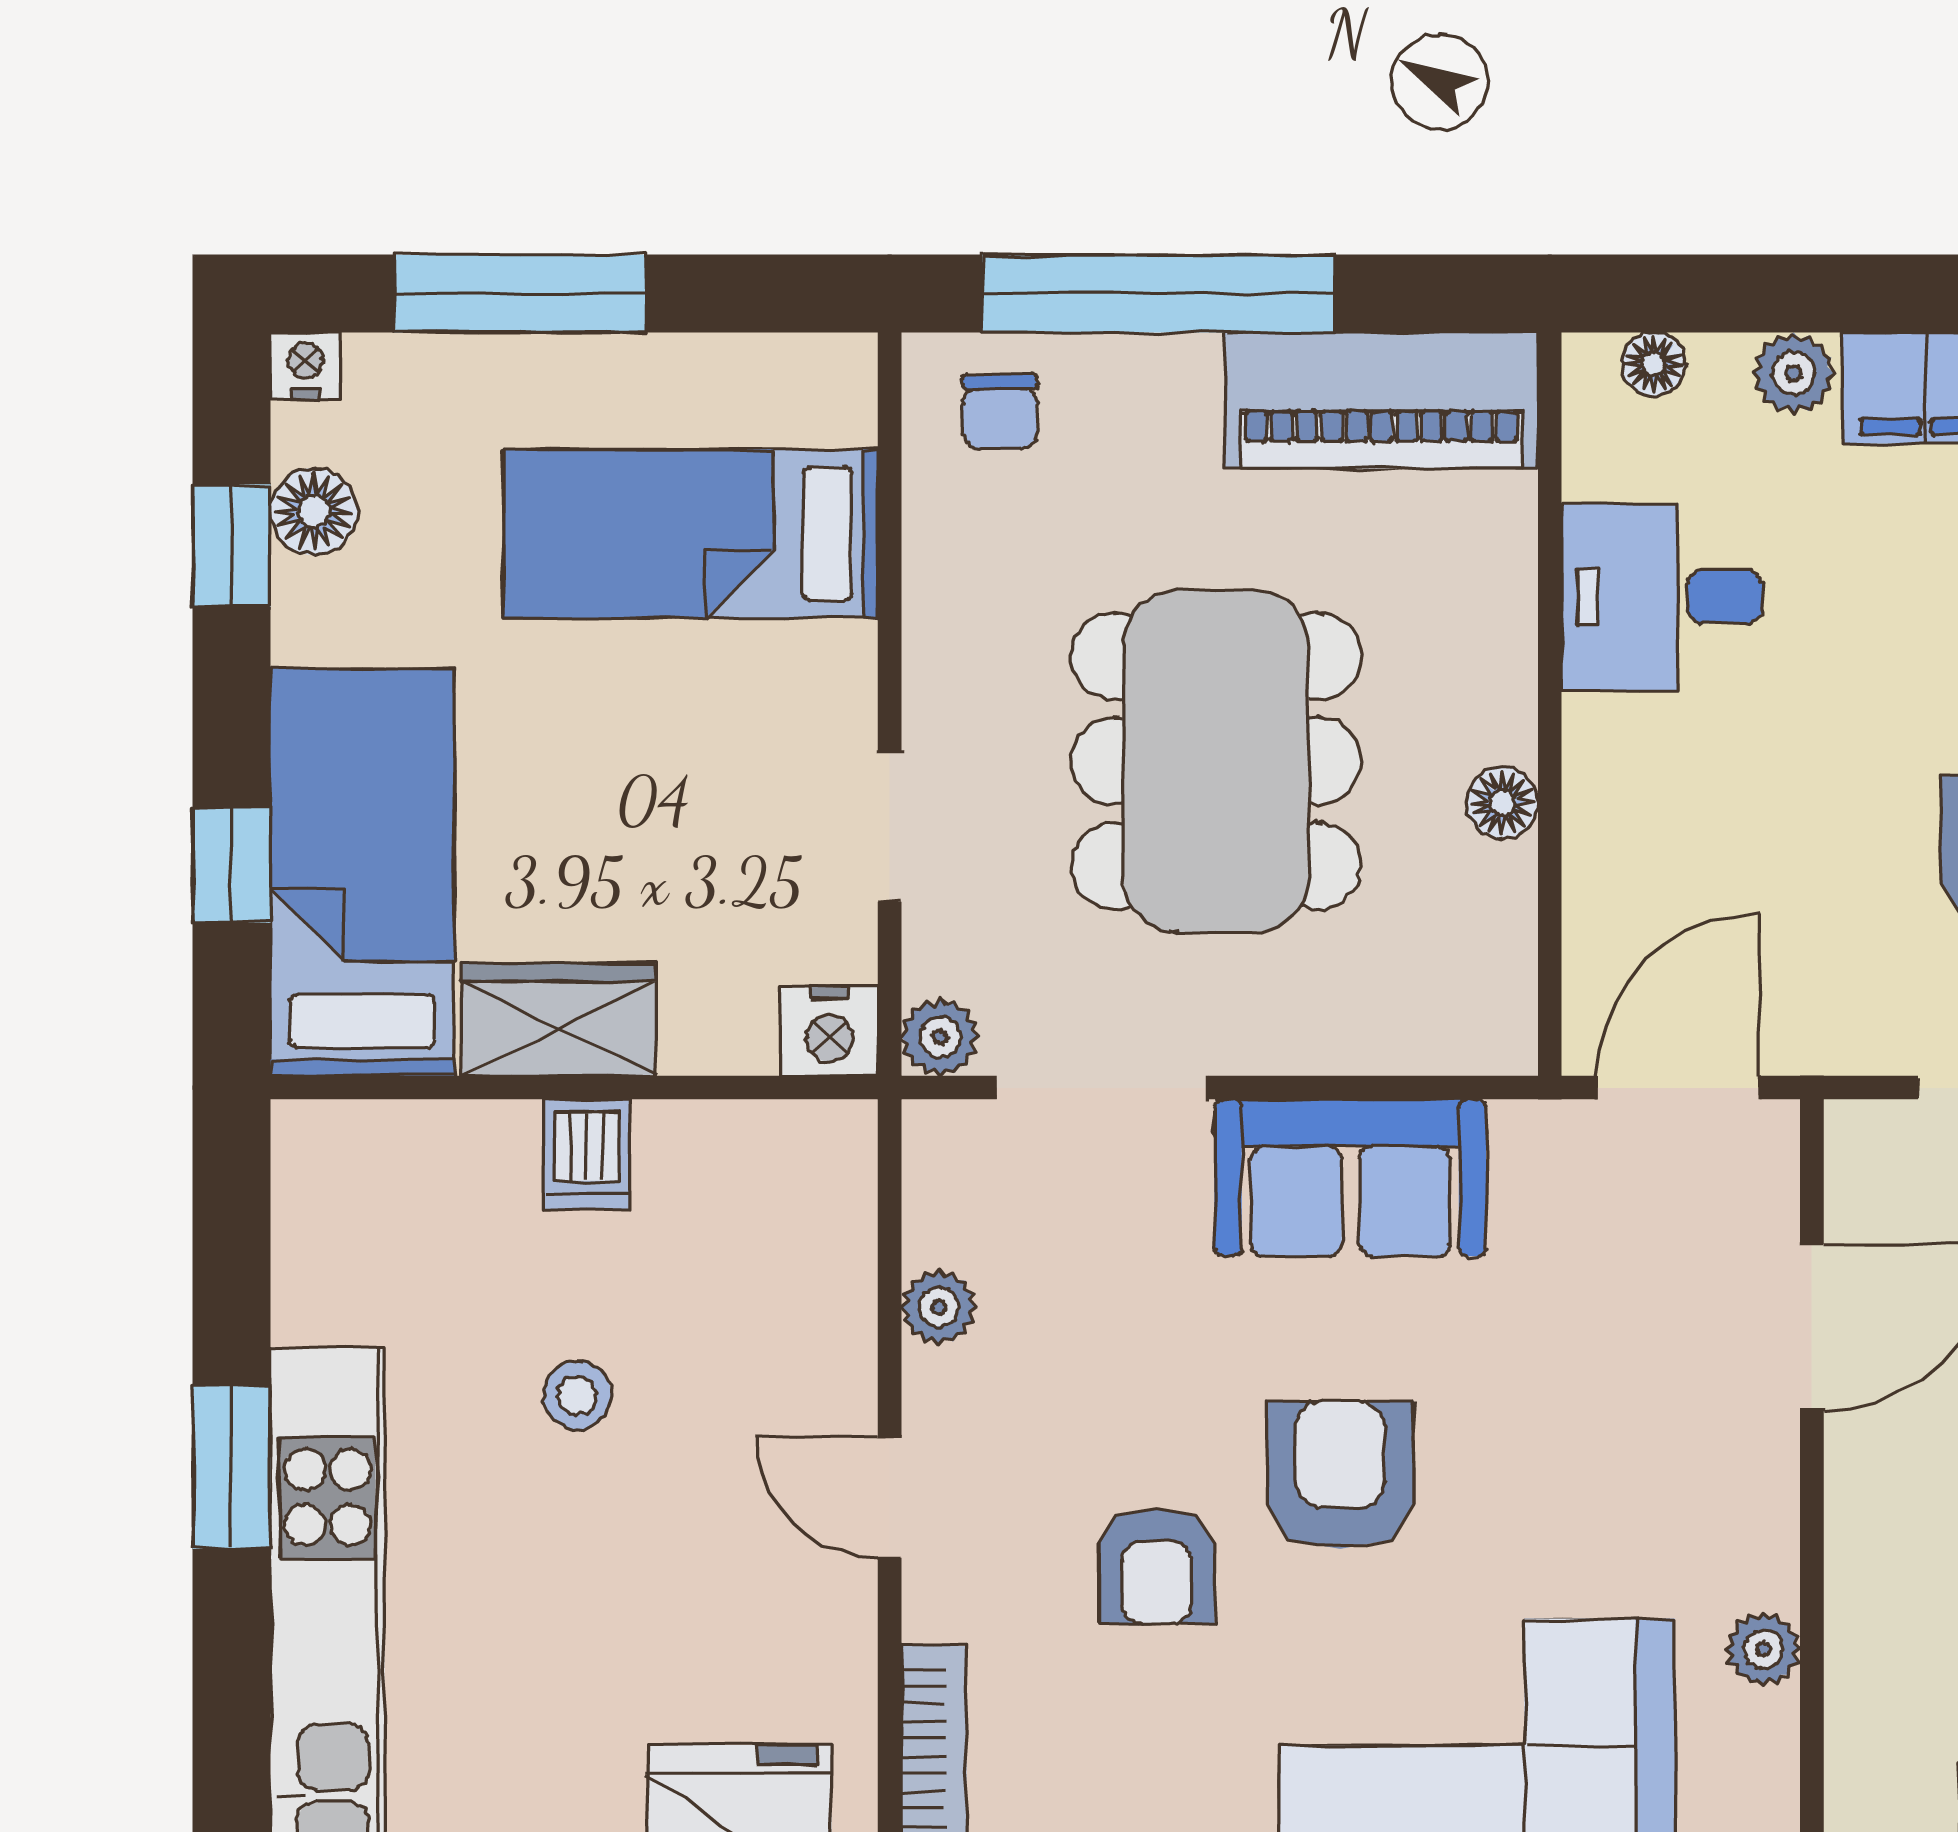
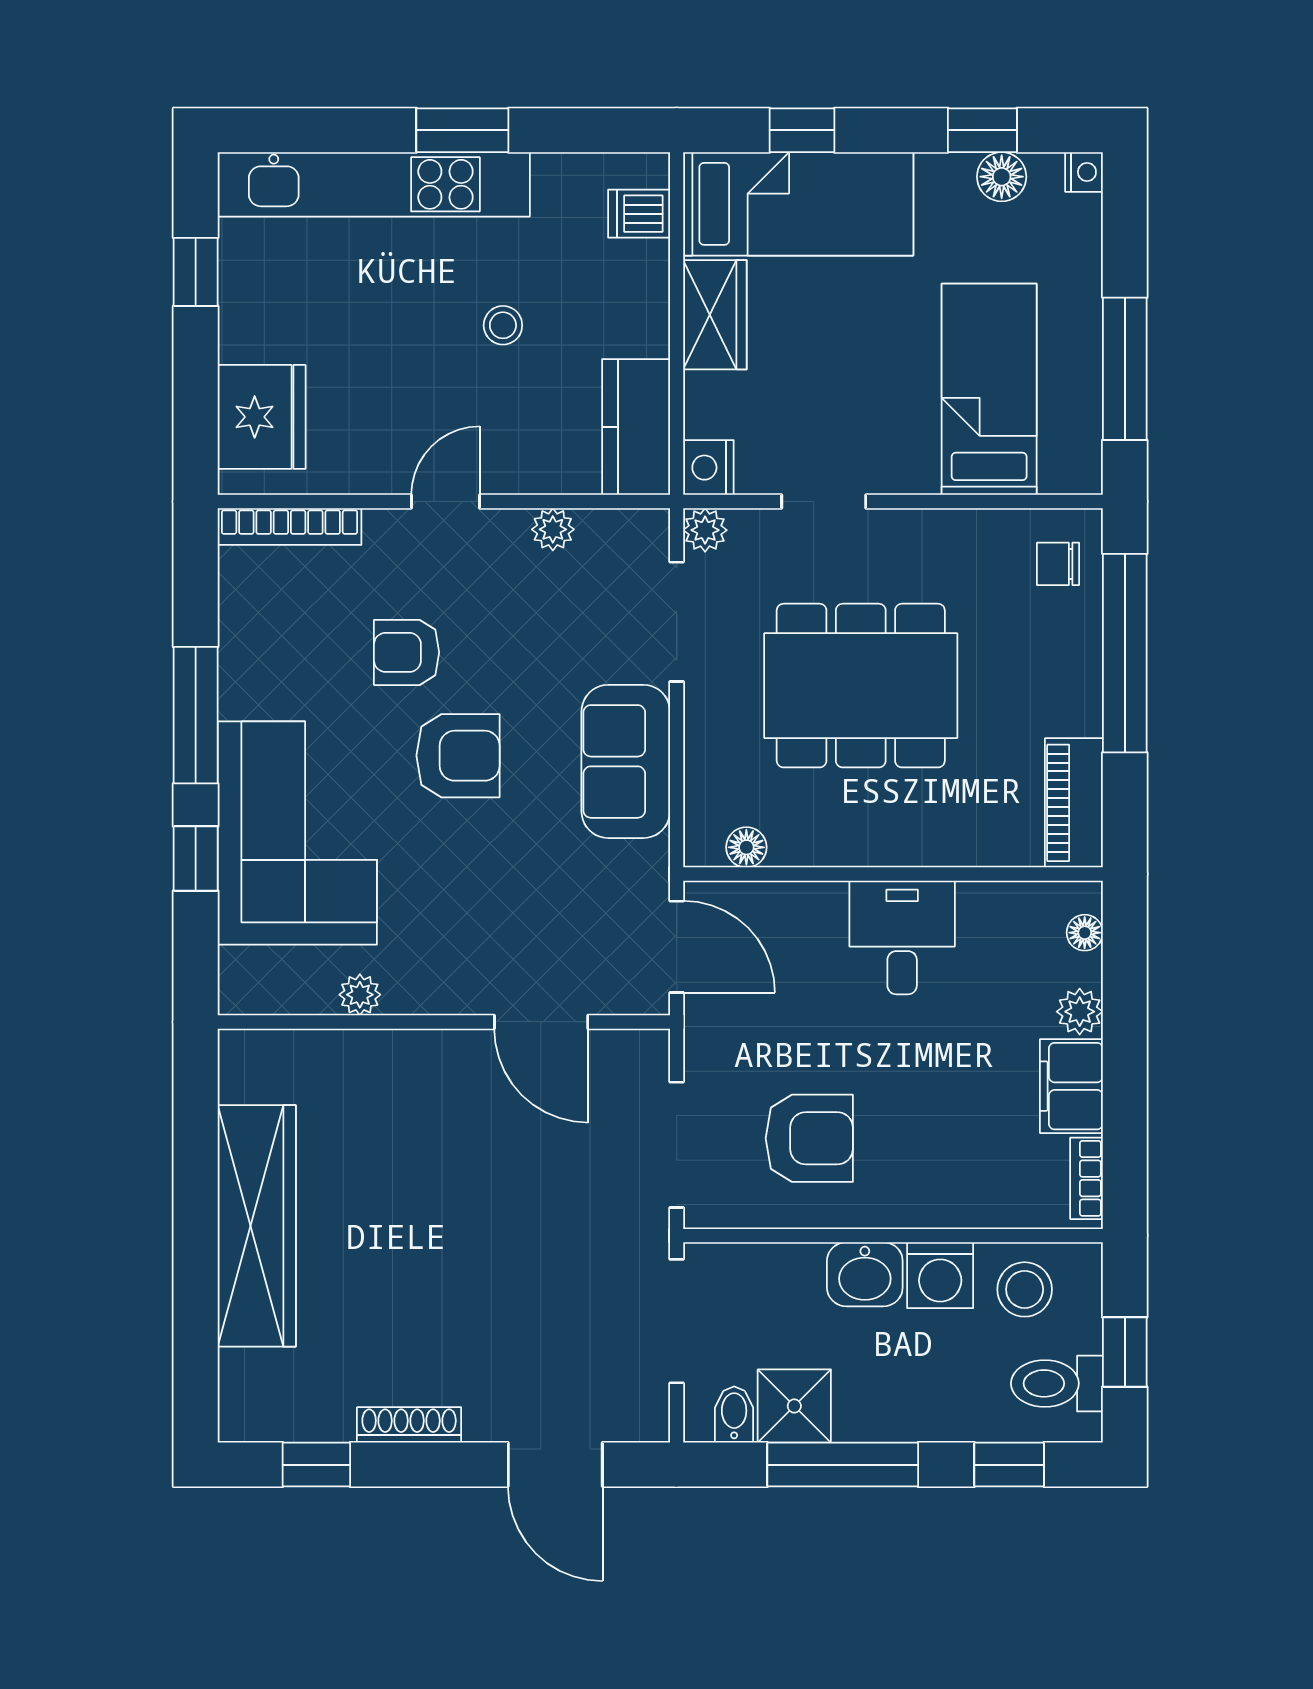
window: (520, 293) -> (1125, 369), moved
piano: (1382, 400) -> (1074, 803), width x0.73, depth x0.75
desk: (1662, 597) -> (902, 937), moved
floor lamp: (1502, 803) -> (746, 847), moved
dishwasher: (587, 1154) -> (639, 214), moved
kitchen counter: (757, 1159) -> (636, 427), added

